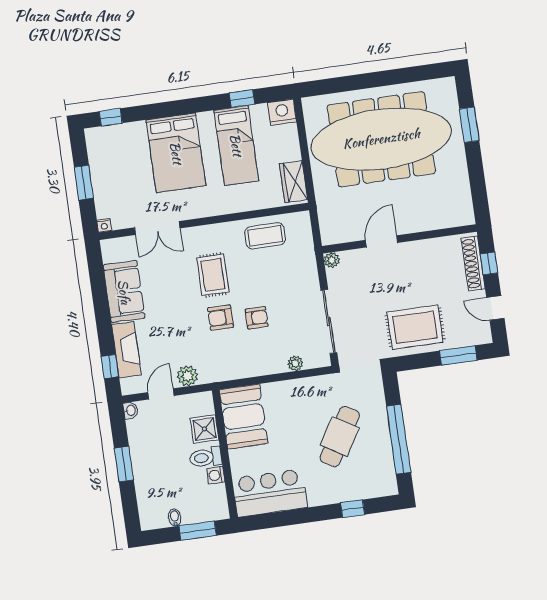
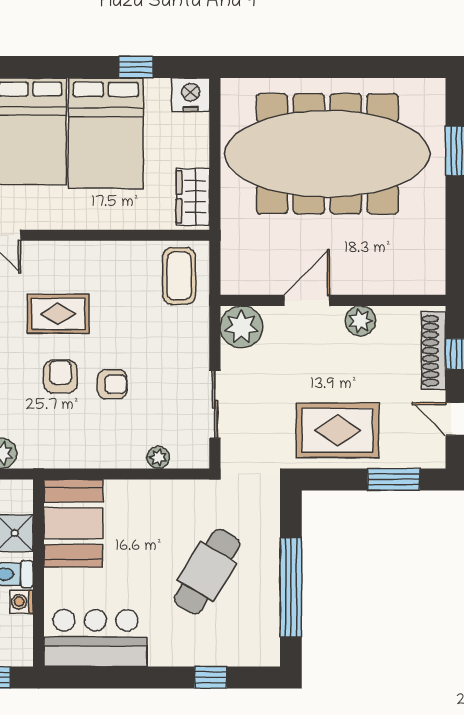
bed: (236, 145) -> (106, 133), width x1.50
coffee table: (265, 236) -> (179, 276), moved, turned 90
plant: (420, 250) -> (360, 321), added
plant: (332, 260) -> (241, 327), width x1.87, depth x1.87
rug: (213, 275) -> (58, 314), turned 90
armchair: (221, 318) -> (61, 377), turned 90
sliding door: (329, 321) -> (215, 404), width x0.73

